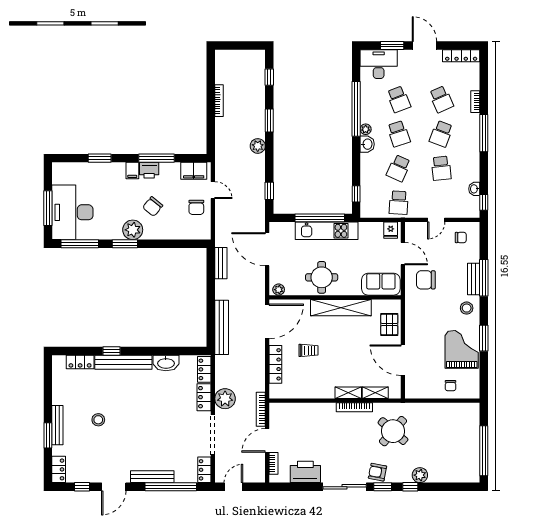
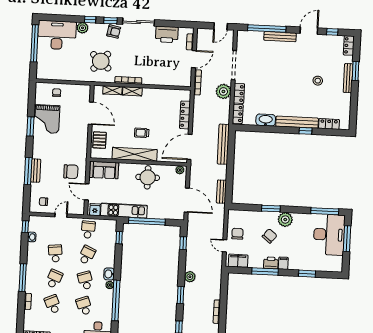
kitchen unit: (327, 231) -> (124, 211), moved
window: (125, 244) -> (271, 208), moved
stool: (467, 308) -> (42, 149), removed
trolley: (309, 350) -> (142, 133), moved
desk: (454, 464) -> (57, 35), added
locker: (204, 470) -> (241, 40), removed

